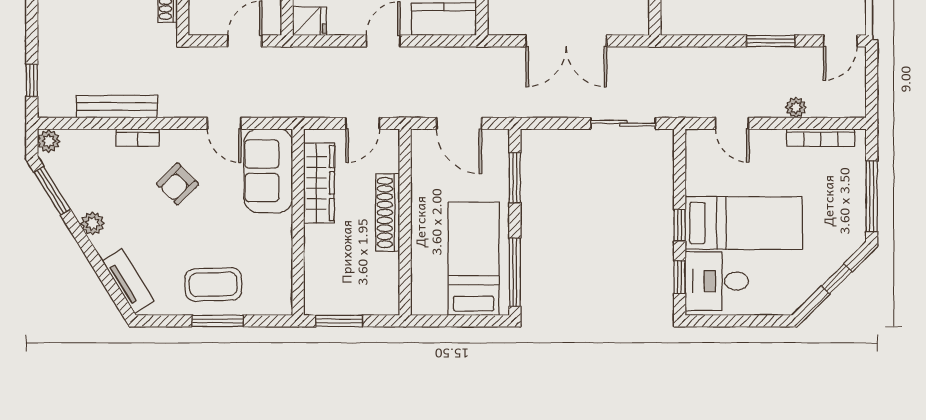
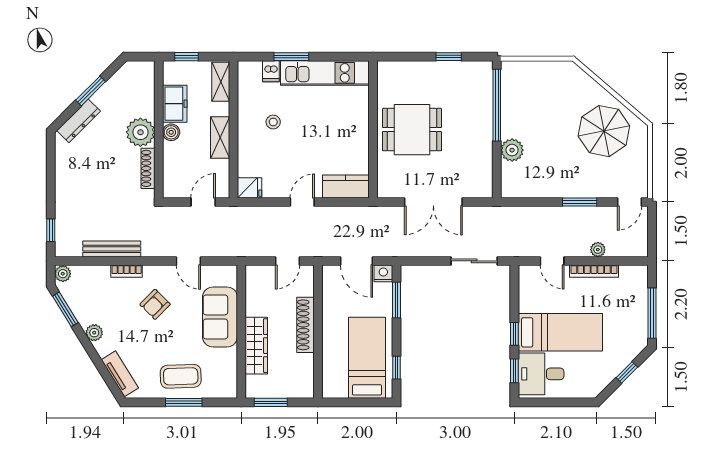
bookcase: (821, 138) -> (594, 271), moved
nightstand: (496, 141) -> (383, 273), added
sofa: (268, 171) -> (220, 317), moved
wardrobe: (319, 183) -> (256, 346), moved
window: (515, 272) -> (397, 368), width x0.46

